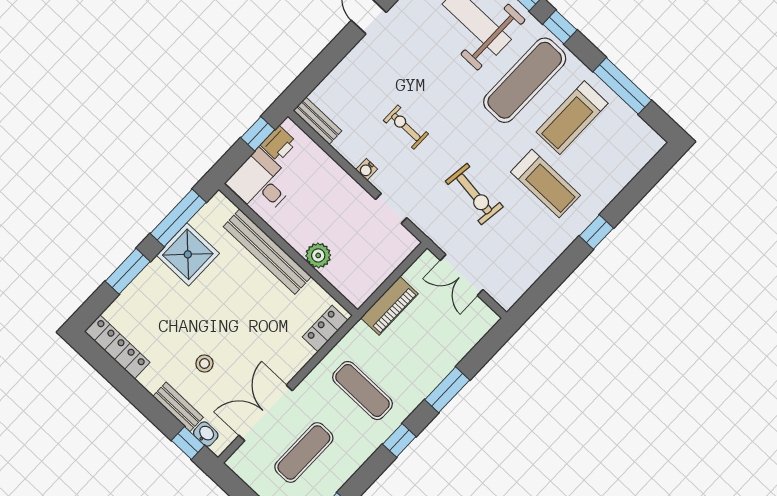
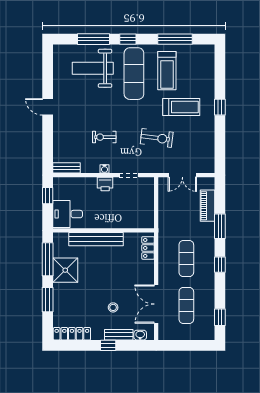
printer: (279, 144) -> (105, 184), moved, turned 90
plant: (318, 255) -> (118, 221), removed
piano: (389, 306) -> (208, 206), moved, turned 180
exercise mat: (362, 391) -> (186, 259), turned 90
window: (188, 443) -> (108, 345), moved

